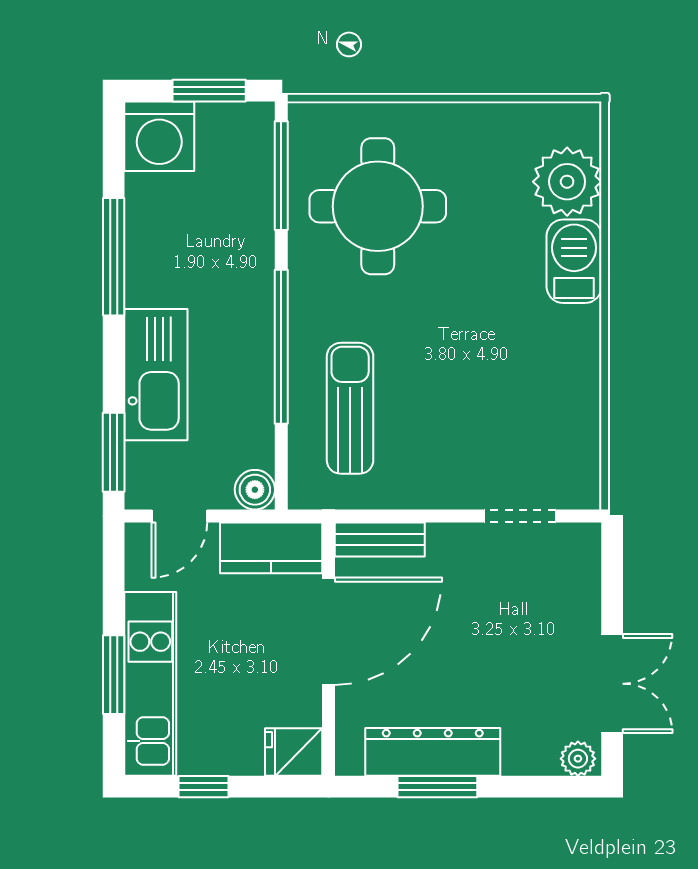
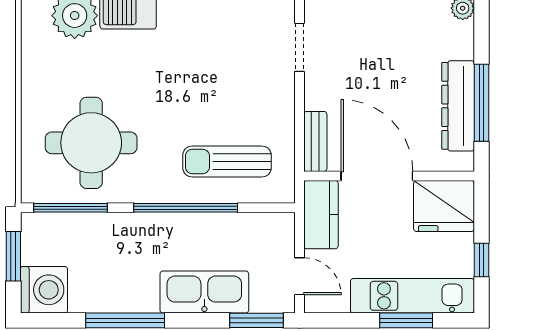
boiler: (255, 490) -> (282, 225), removed
fridge: (294, 752) -> (444, 206), width x1.88, depth x1.34
window: (437, 787) -> (481, 103), width x1.44

